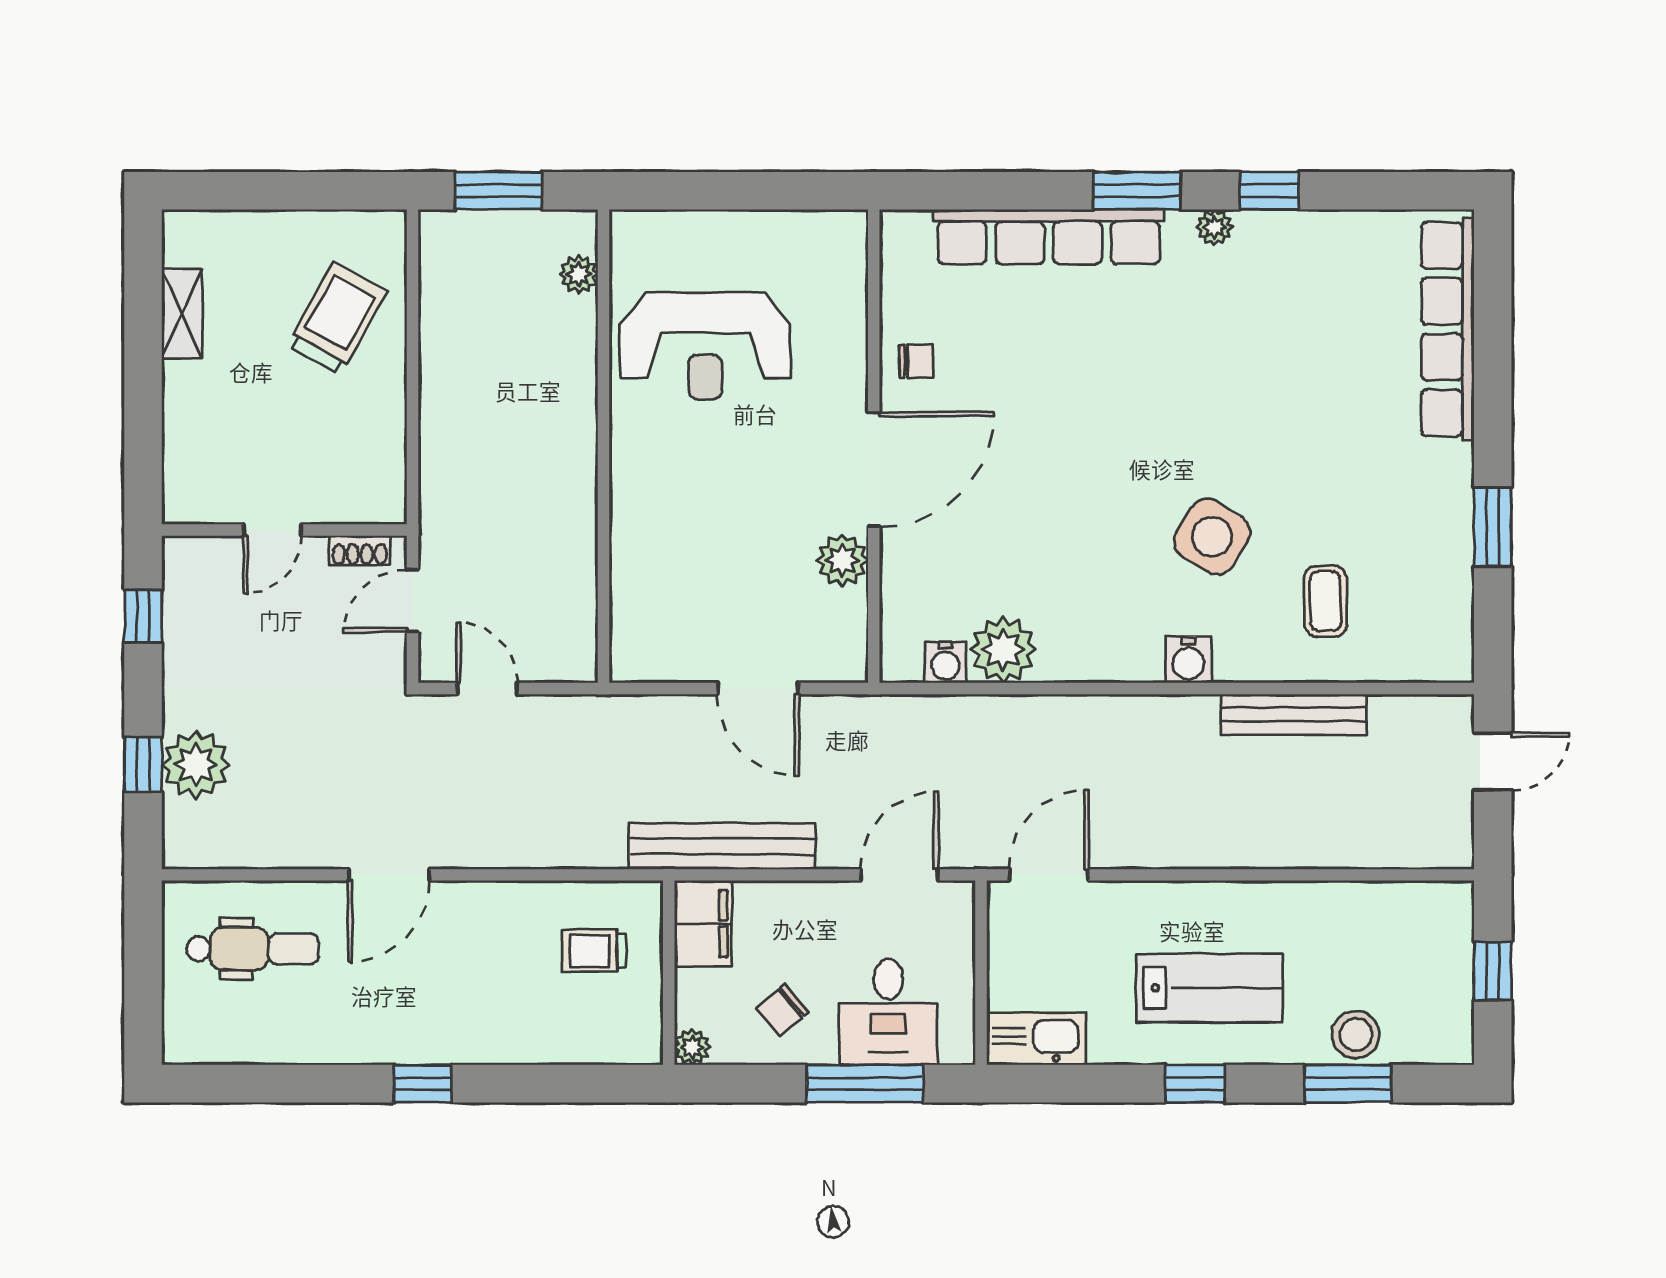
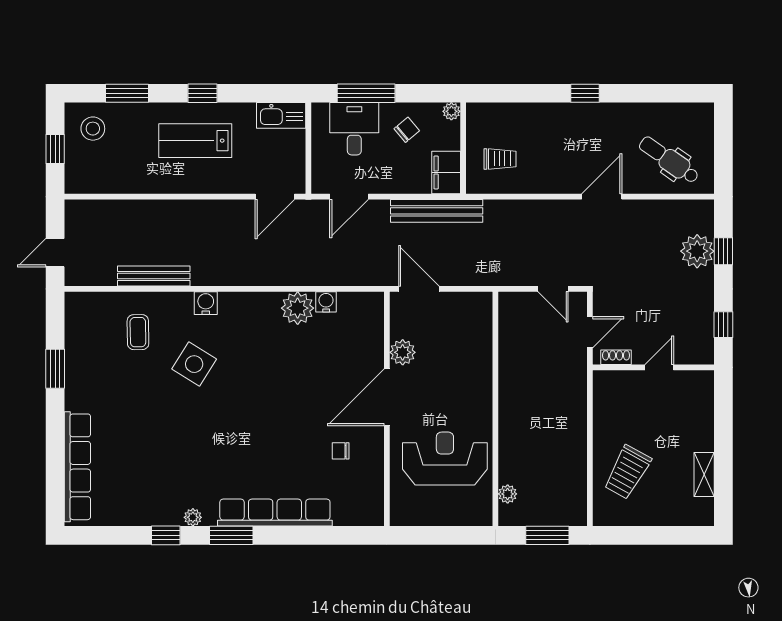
wall: (874, 446) -> (387, 409), moved
door: (874, 469) -> (387, 397), moved
plant: (842, 560) -> (403, 352), moved
dental chair: (253, 949) -> (669, 160), turned 35
stool: (1356, 1035) -> (93, 129), moved

